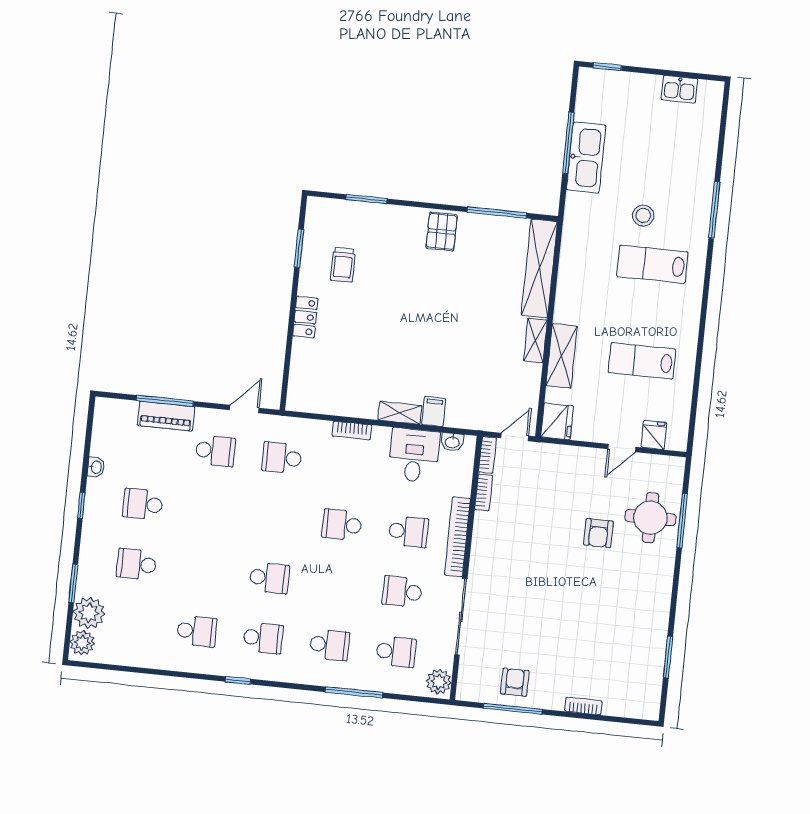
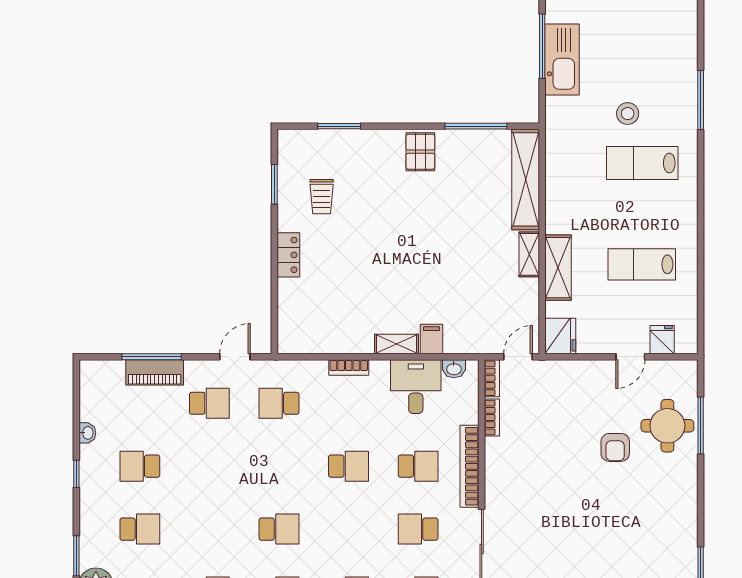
school desk: (342, 525) -> (349, 466), turned 180
school desk: (137, 564) -> (140, 529), turned 180

